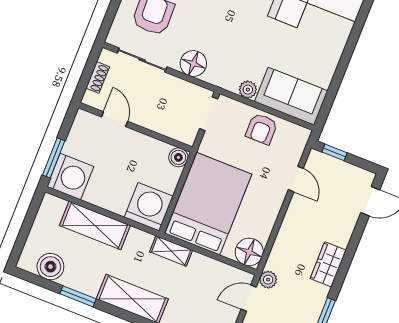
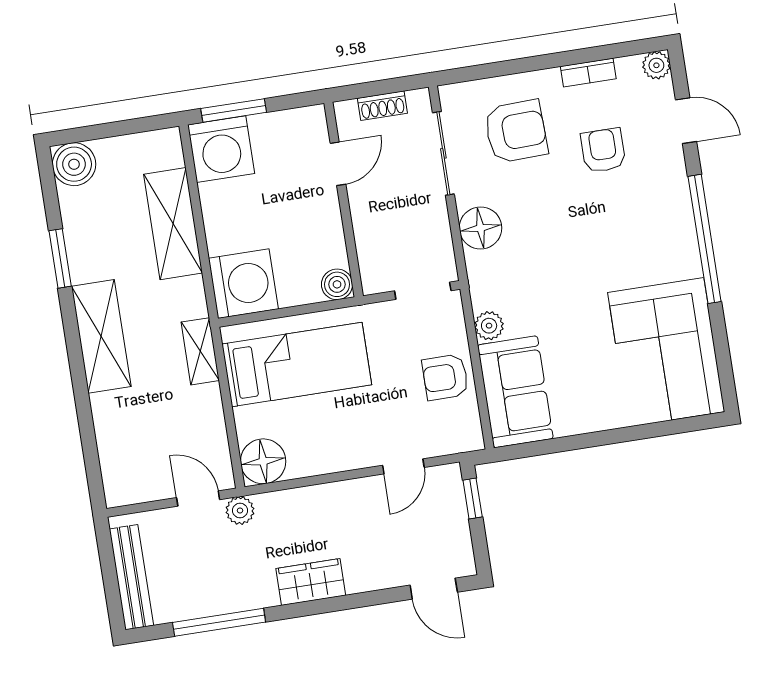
bed: (208, 204) -> (297, 364), width x0.67
boiler: (50, 267) -> (74, 164), moved

